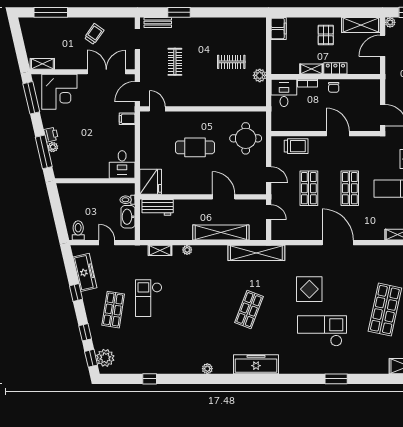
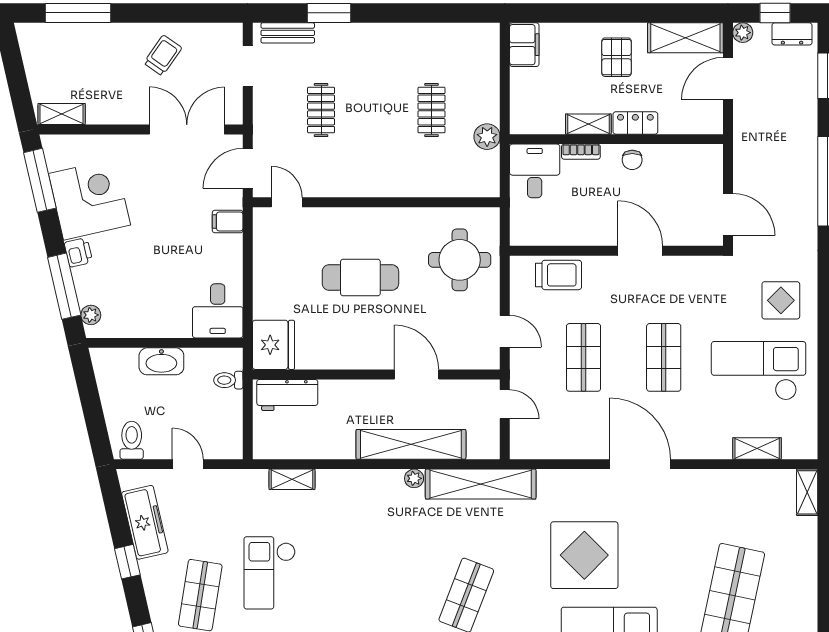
clothes rail: (231, 62) -> (431, 110), turned 90
corner desk: (59, 92) -> (89, 199), moved, turned -103
plant: (53, 147) -> (91, 315), moved
washbasin: (128, 217) -> (161, 361), moved, turned -90
plant: (187, 250) -> (414, 478), moved
display table: (309, 289) -> (584, 555), width x1.36, depth x1.36

